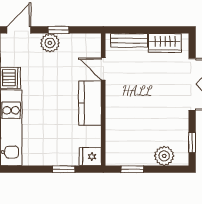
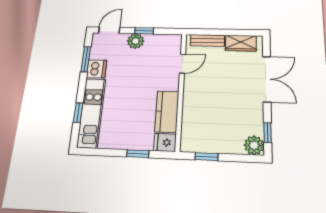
door: (103, 69) -> (183, 64), swing flipped
kitchen counter: (90, 103) -> (167, 112), moved
plant: (164, 156) -> (254, 145), moved

